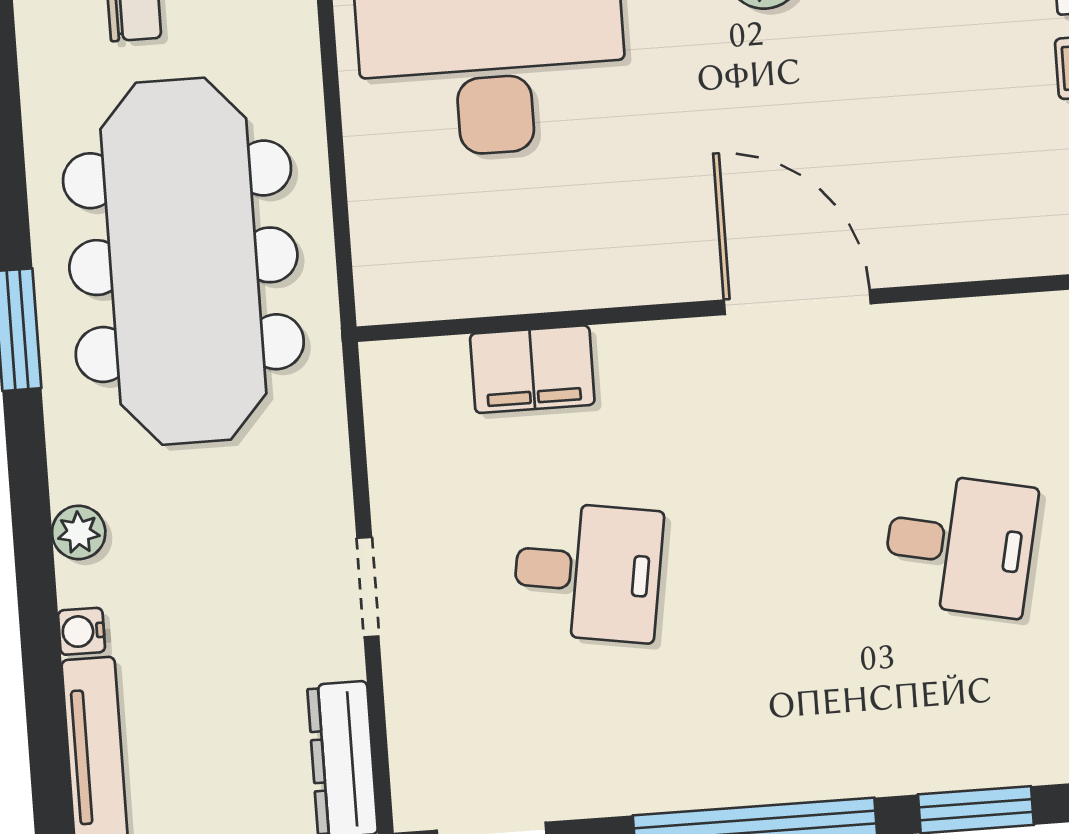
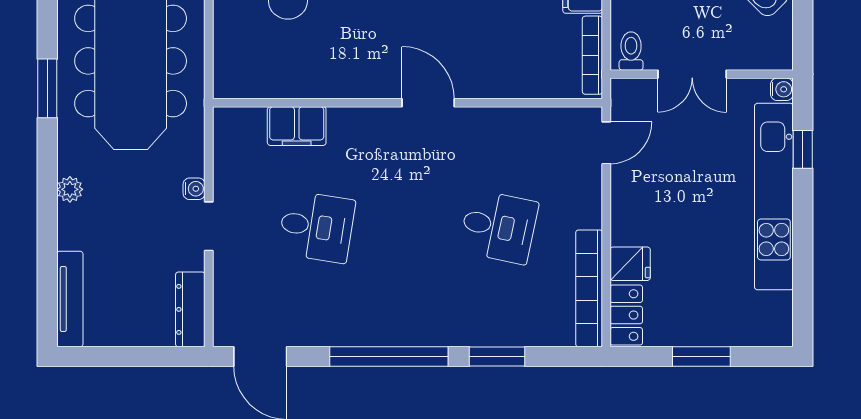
door: (797, 302) -> (428, 103), width x0.73
water cooler: (82, 631) -> (194, 189), moved, turned 180

